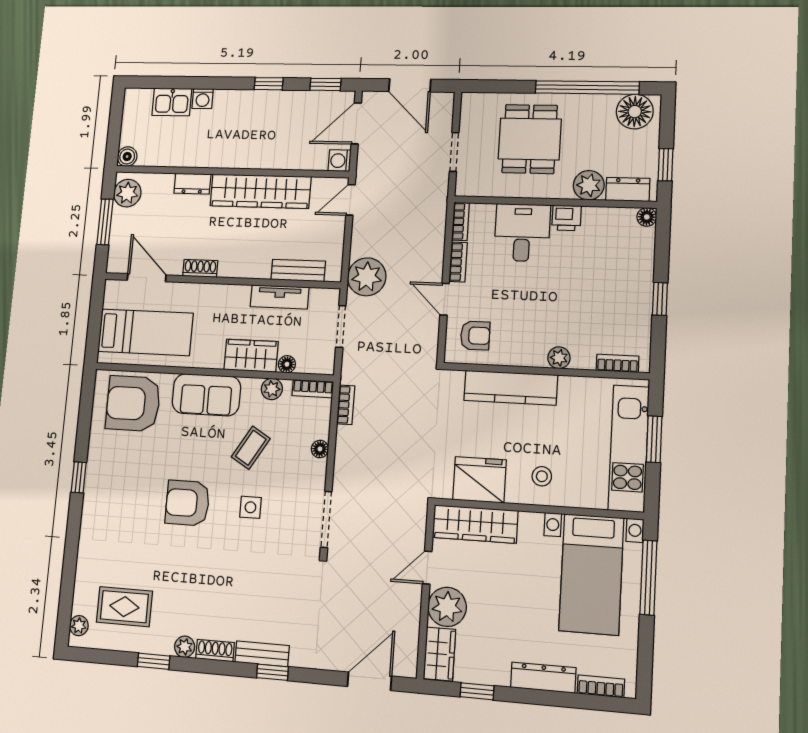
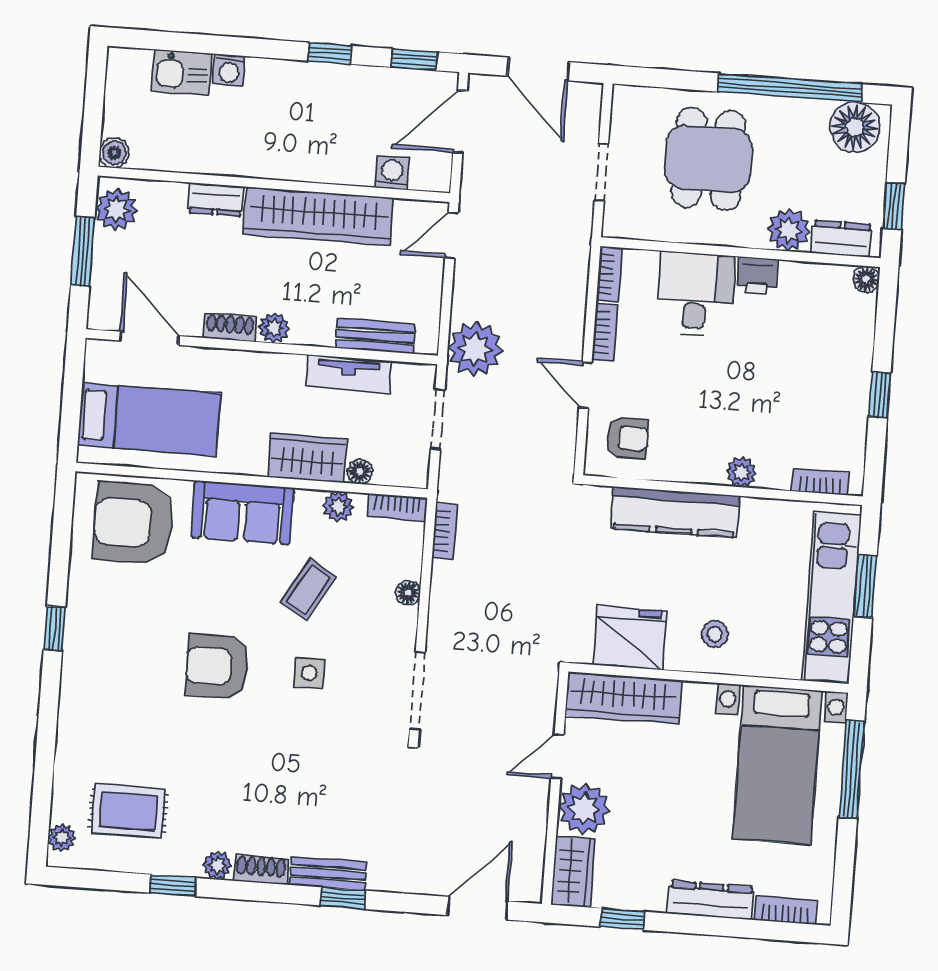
washing machine: (340, 161) -> (392, 173), moved, turned 90
plant: (230, 268) -> (274, 328), added

